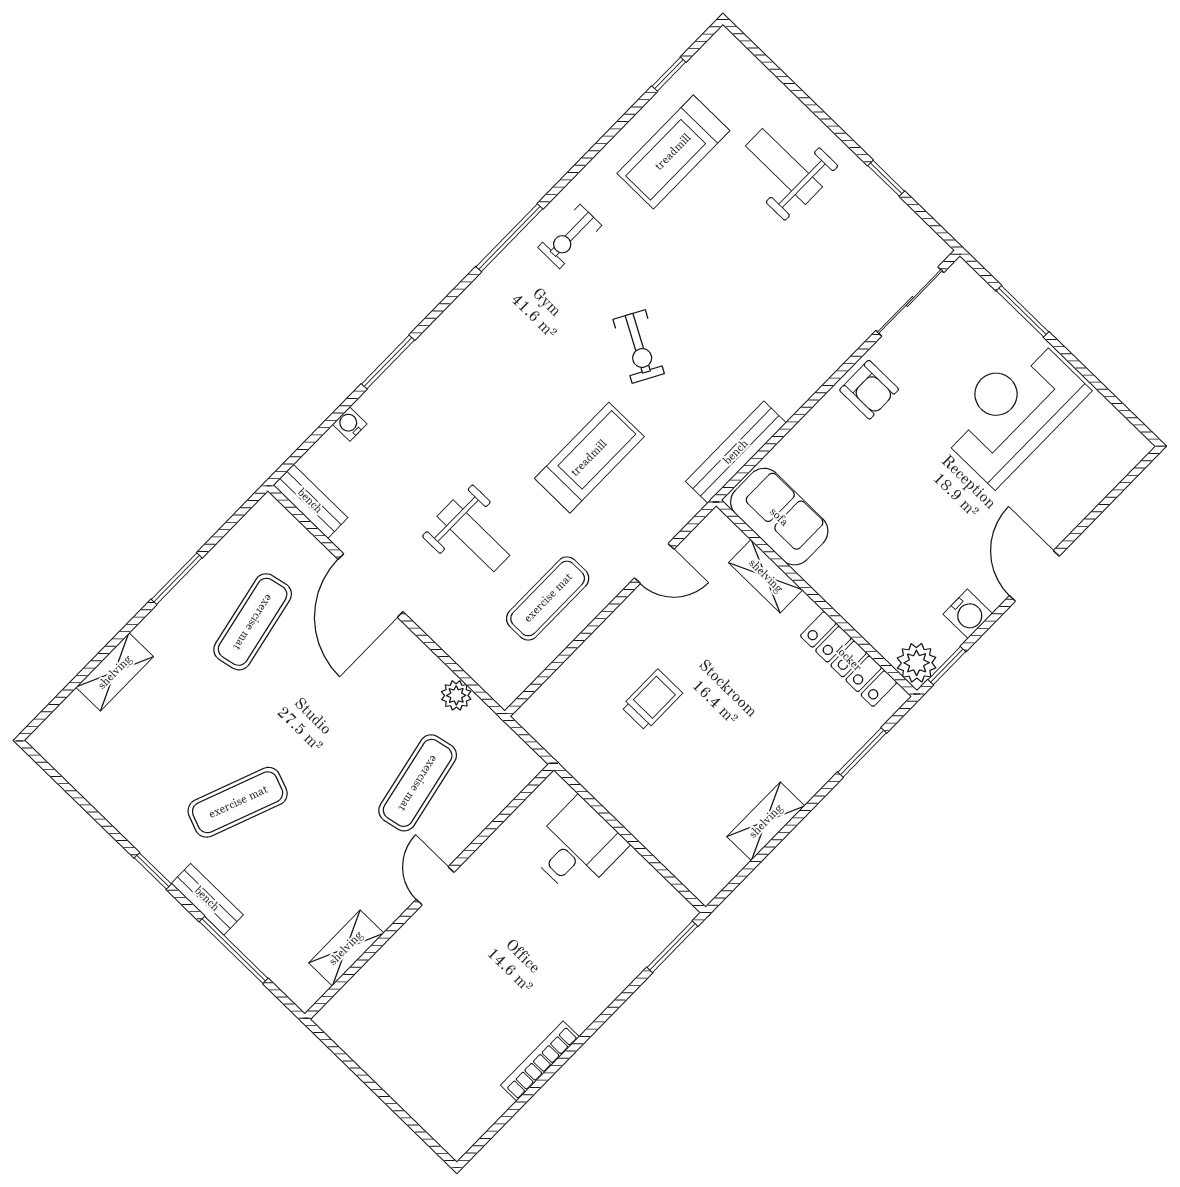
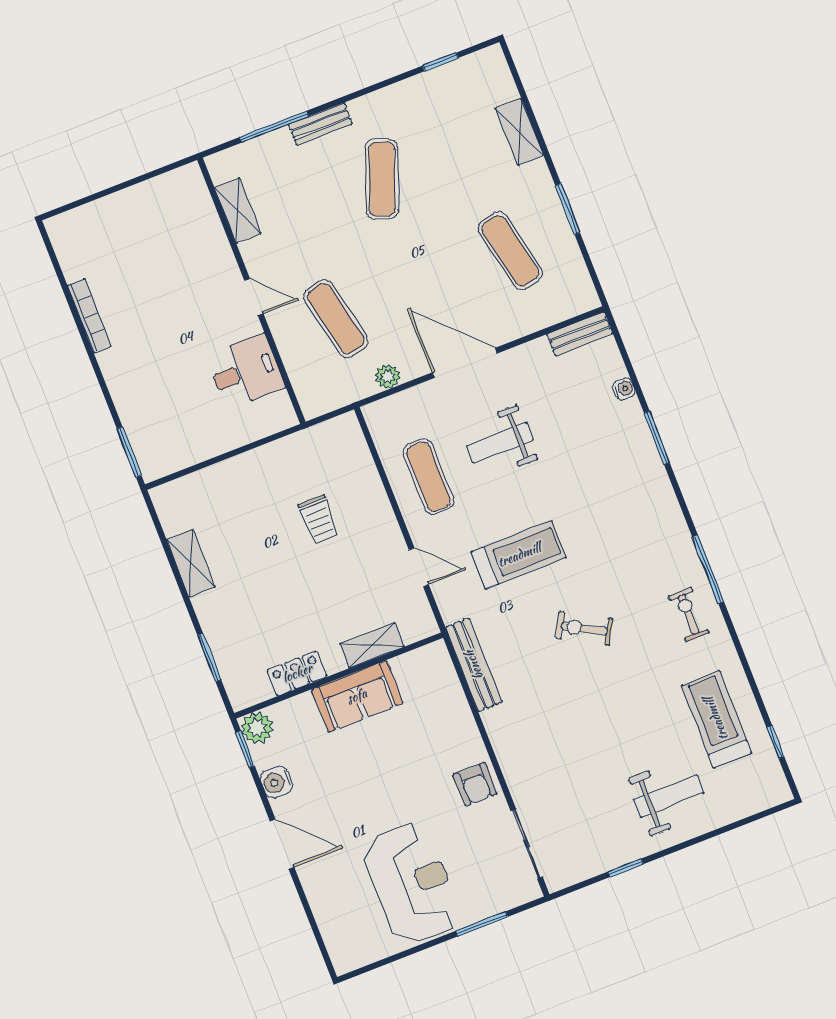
armchair: (869, 390) -> (475, 784), turned -90
treadmill: (589, 458) -> (519, 555), turned -90
sofa: (779, 517) -> (357, 696), moved
door: (654, 563) -> (419, 567), swing flipped
door: (371, 585) -> (465, 363), moved
locker: (849, 659) -> (297, 673), width x0.66
desk: (577, 847) -> (245, 372), moved, turned -90
window: (153, 871) -> (440, 62), moved

